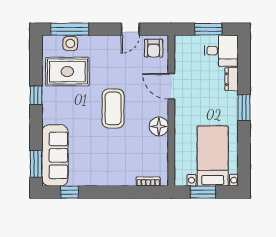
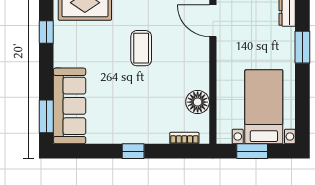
coffee table: (113, 108) -> (141, 48), width x0.73, depth x0.76
floor lamp: (159, 126) -> (198, 102), moved
window: (69, 192) -> (133, 151), moved

